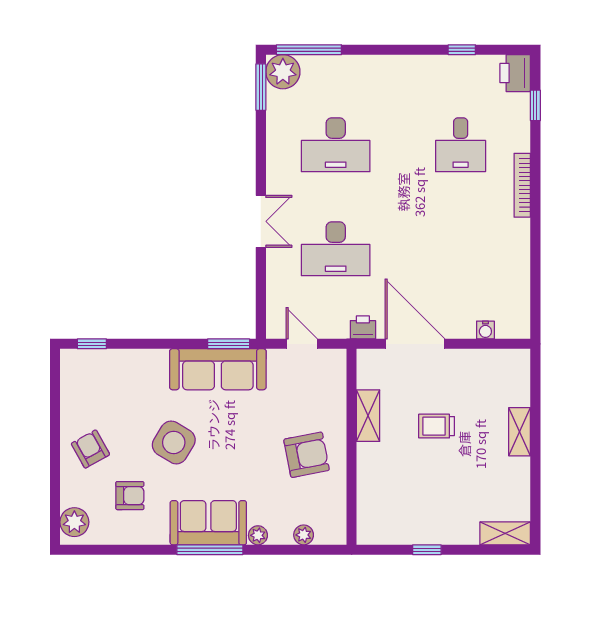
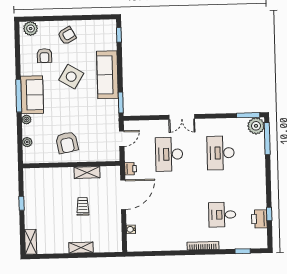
printer: (515, 73) -> (259, 219), moved, turned -90
sofa: (218, 369) -> (107, 75), moved

